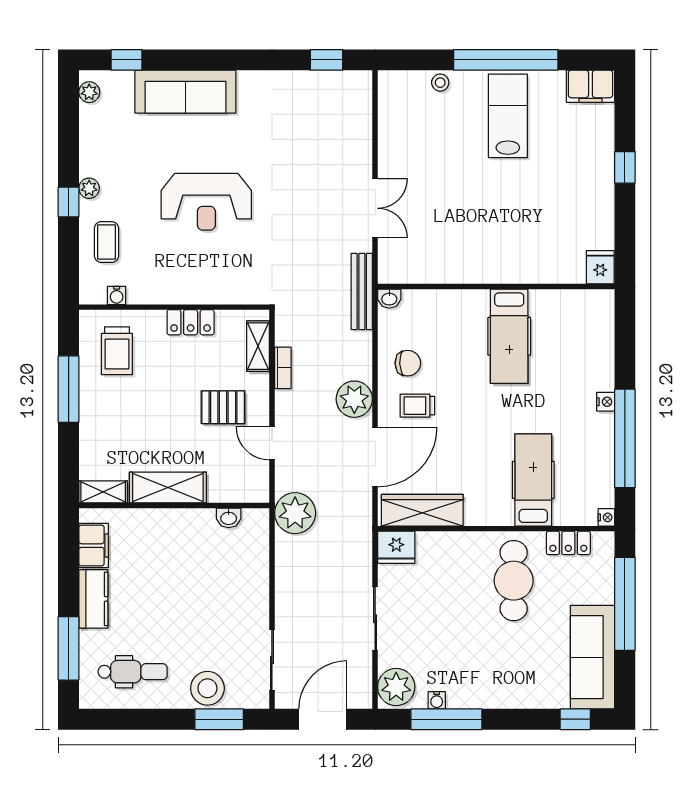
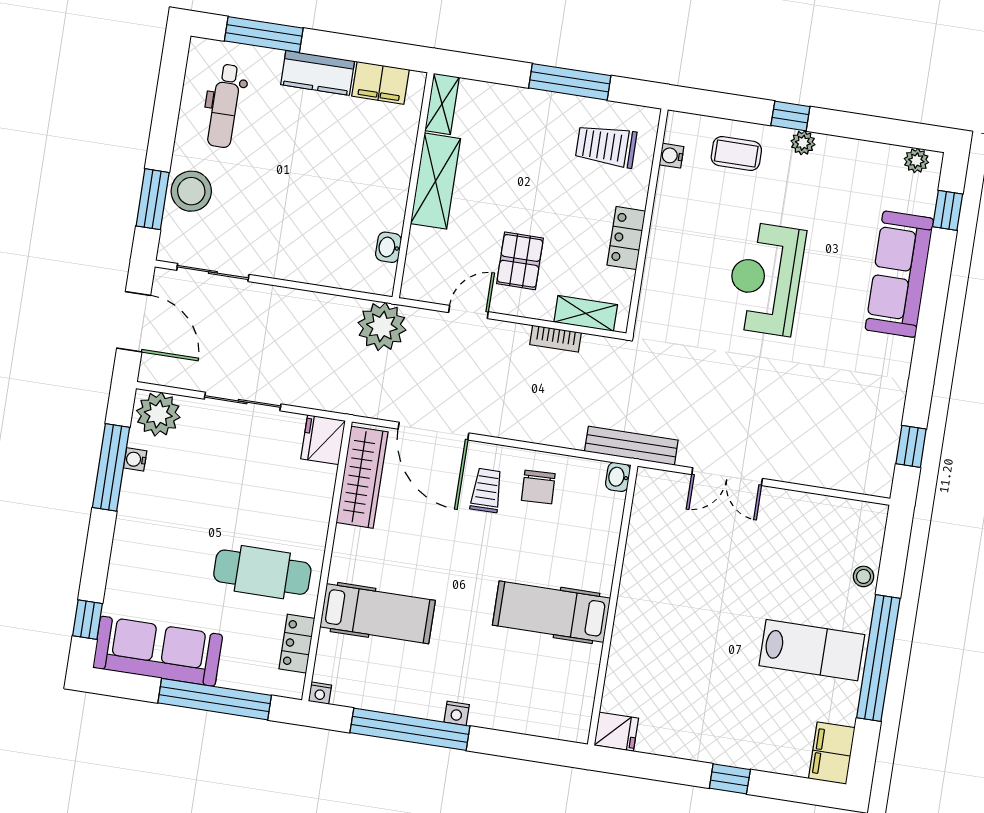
plant: (354, 399) -> (506, 417), removed

